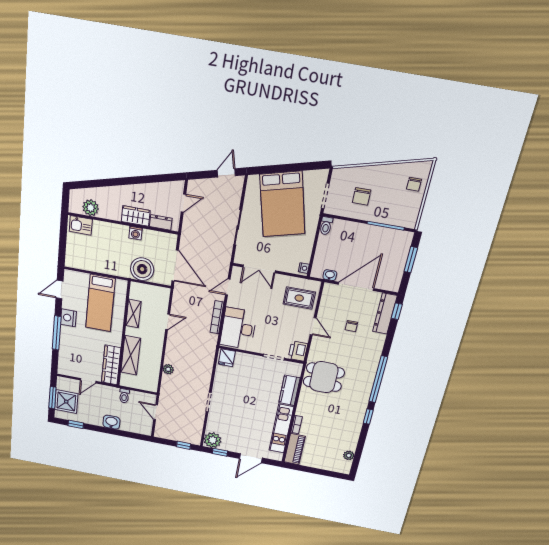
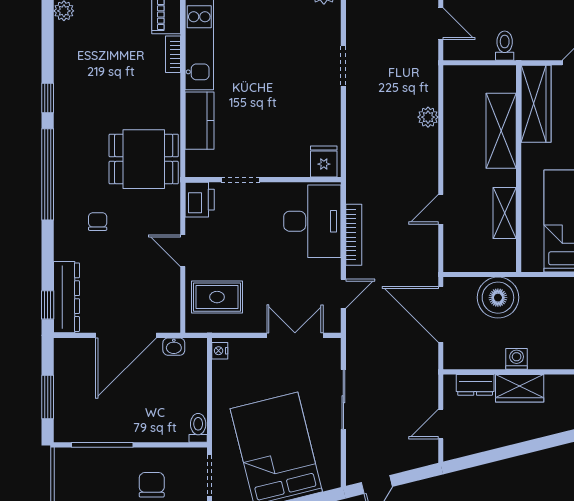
chair: (351, 326) -> (98, 222), moved

